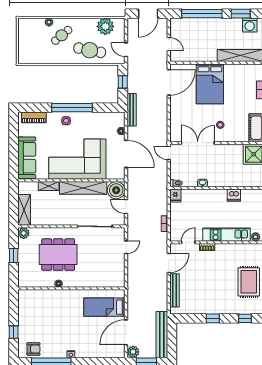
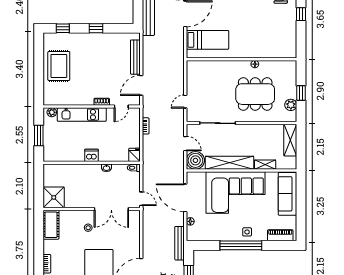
dishwasher: (234, 195) -> (91, 155), moved
plant: (24, 233) -> (291, 105), moved

